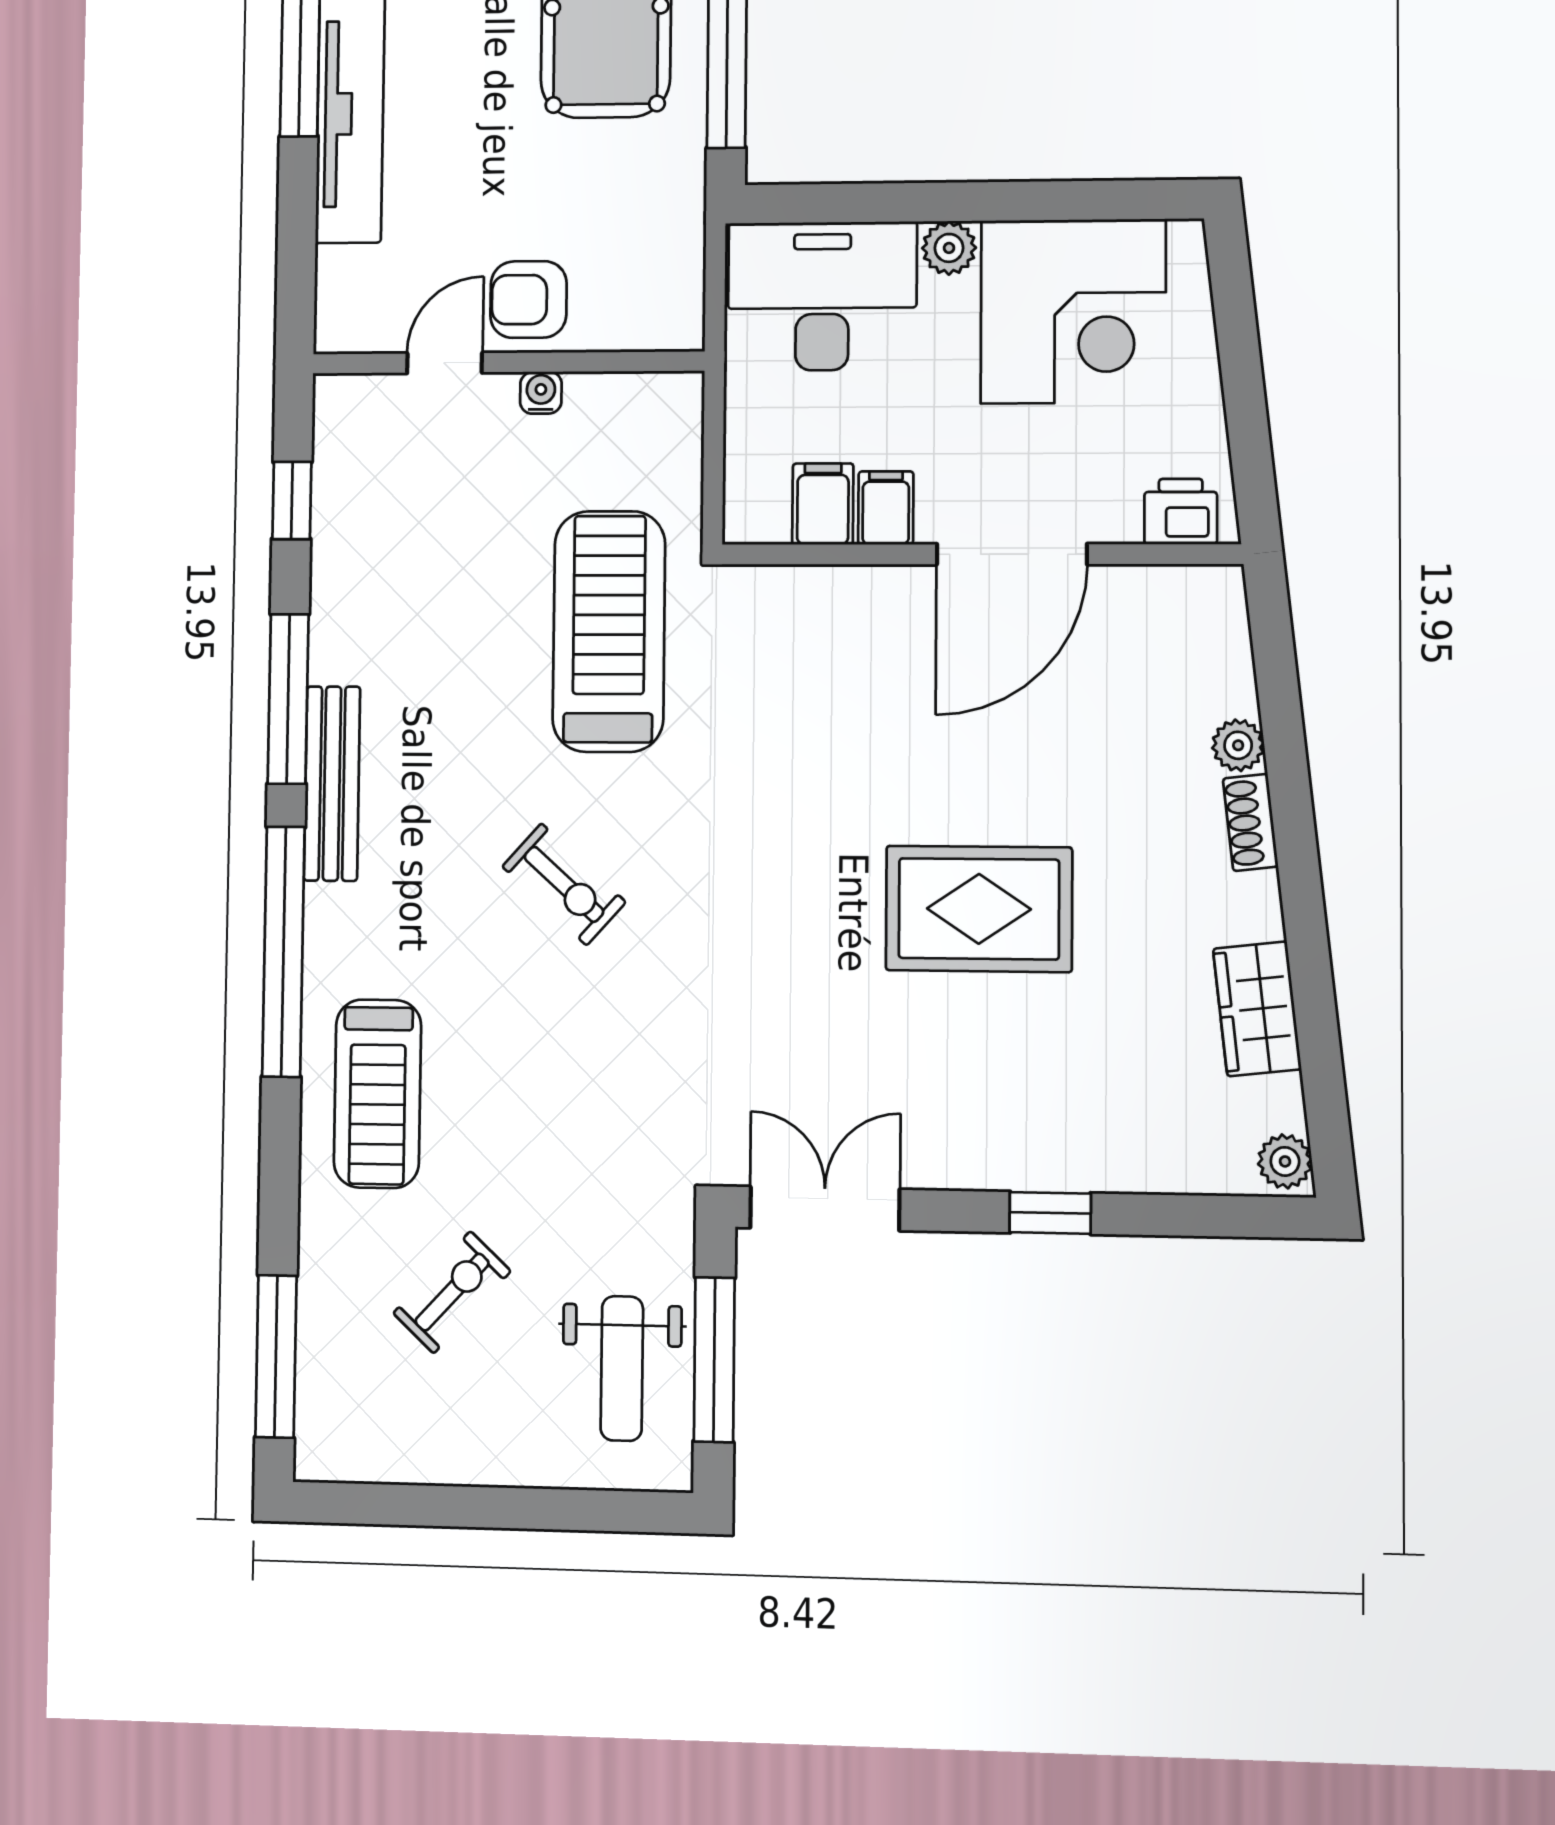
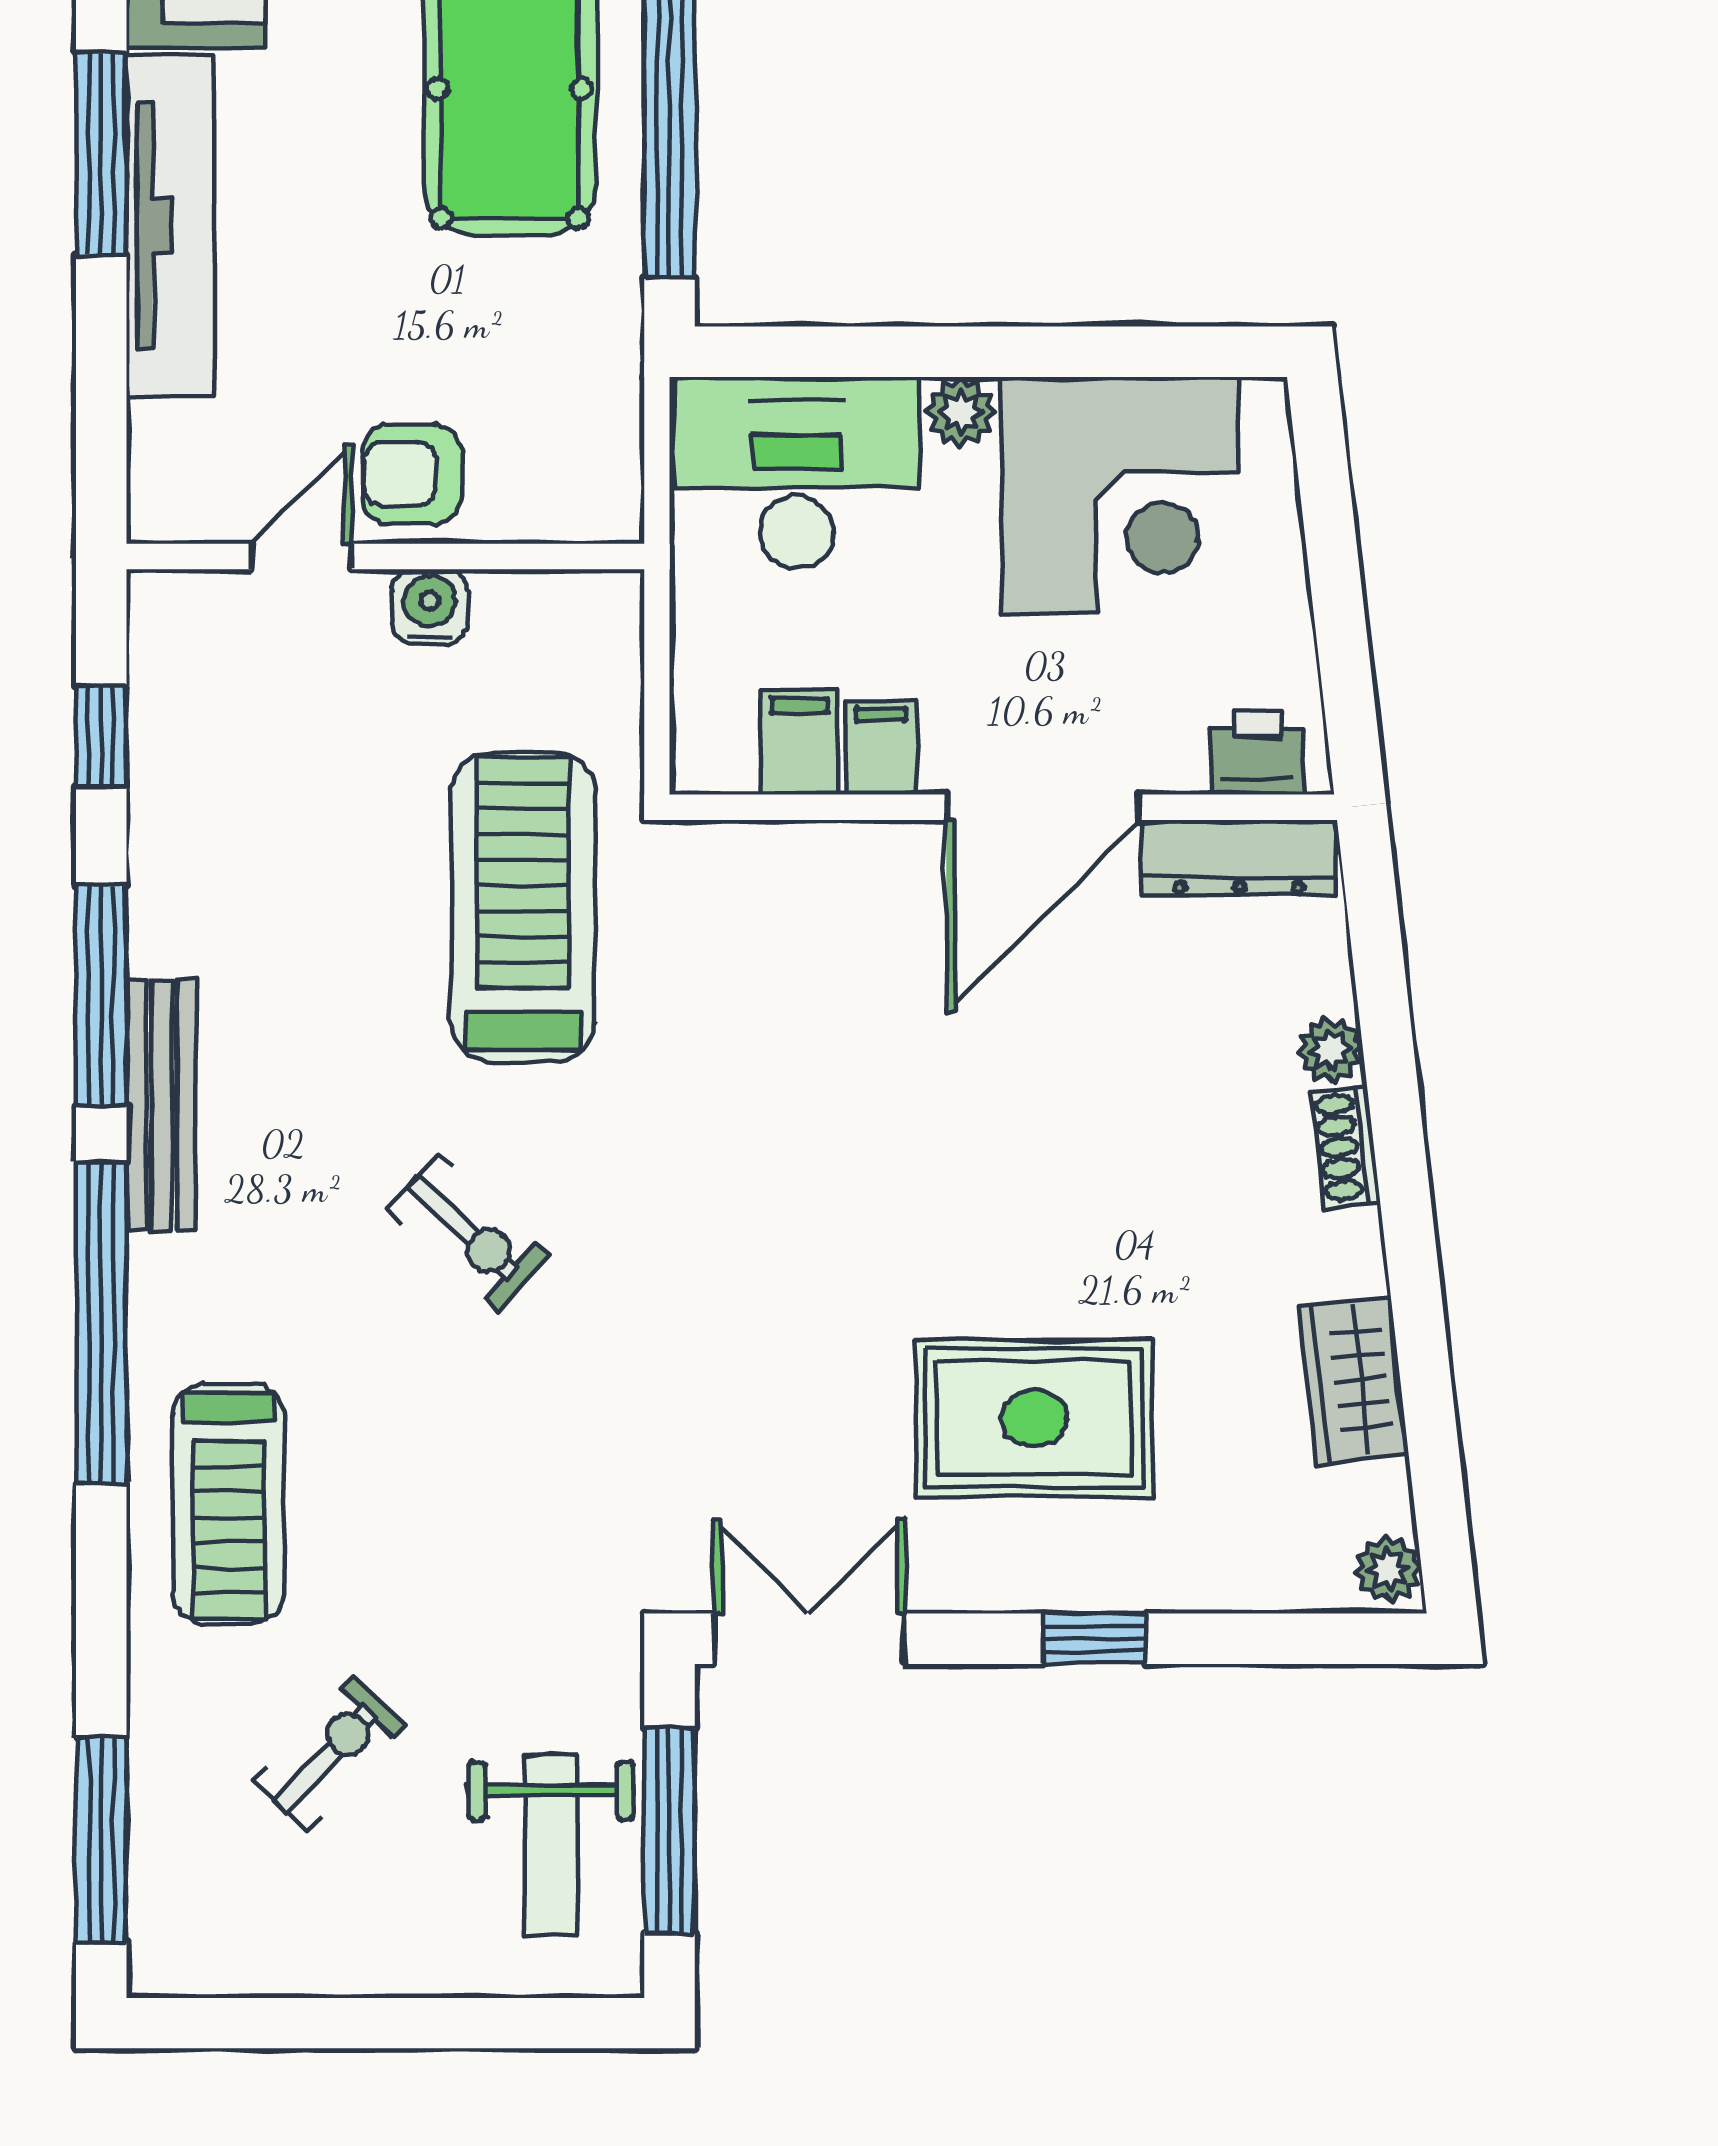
water cooler: (541, 393) -> (430, 607), width x1.38, depth x1.38
dresser: (1166, 594) -> (1239, 858), added
rug: (979, 909) -> (1034, 1418), moved

